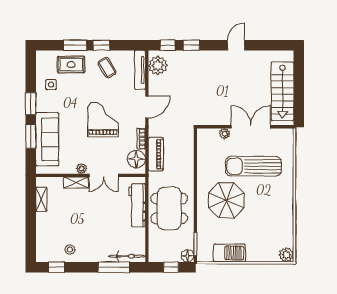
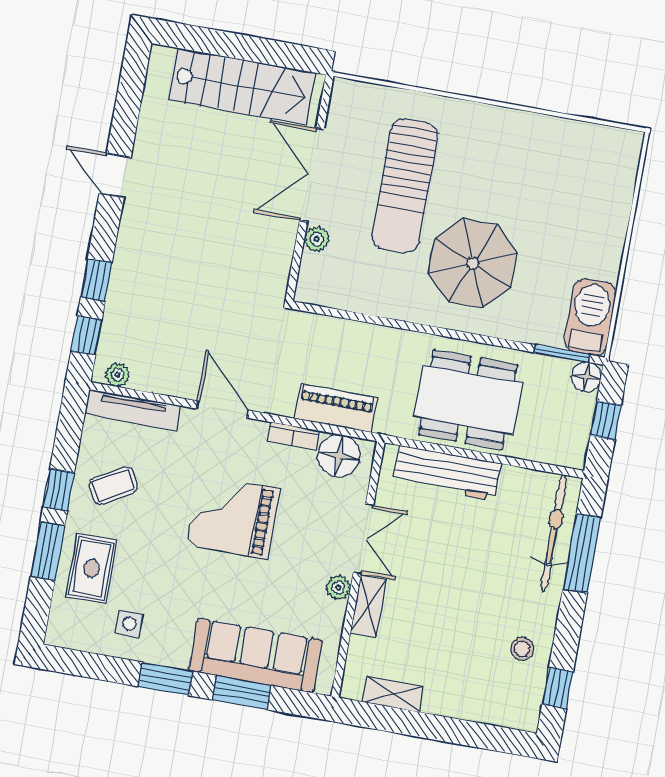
plant: (158, 66) -> (118, 375), width x0.53, depth x0.53
barbecue: (230, 253) -> (590, 317), moved
plant: (286, 255) -> (625, 146), removed
bicycle: (127, 256) -> (553, 533), width x1.37, depth x1.40

